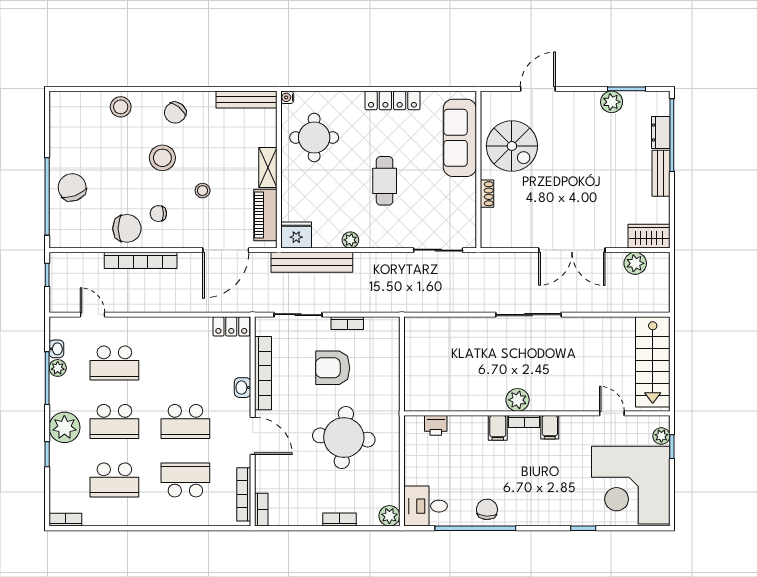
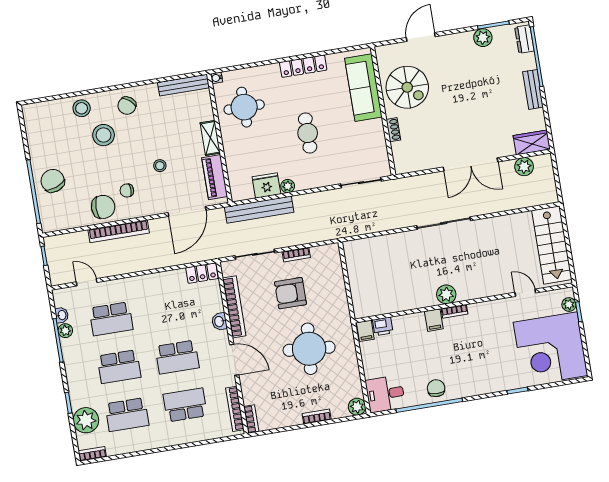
dresser: (661, 132) -> (524, 39), moved
stool: (162, 158) -> (104, 135), moved
fridge: (296, 235) -> (266, 185), moved
plant: (64, 427) -> (86, 420), moved
filing cabinet: (550, 427) -> (365, 331), moved

